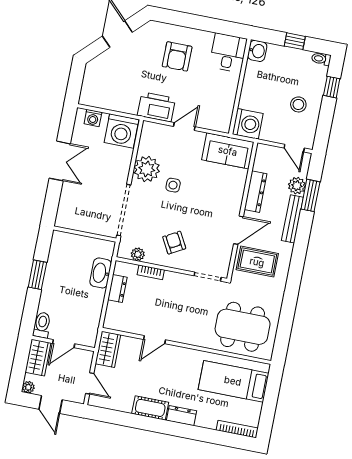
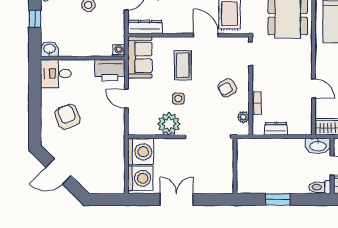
armchair: (177, 56) -> (68, 117), turned -112
printer: (156, 107) -> (110, 70), moved, turned -90
washing machine: (93, 118) -> (140, 178), width x1.89, depth x1.89
washing machine: (248, 124) -> (119, 50), width x0.53, depth x0.53
dresser: (256, 192) -> (145, 27), moved
coffee table: (210, 197) -> (183, 65), added
washbasin: (101, 273) -> (318, 146), moved

